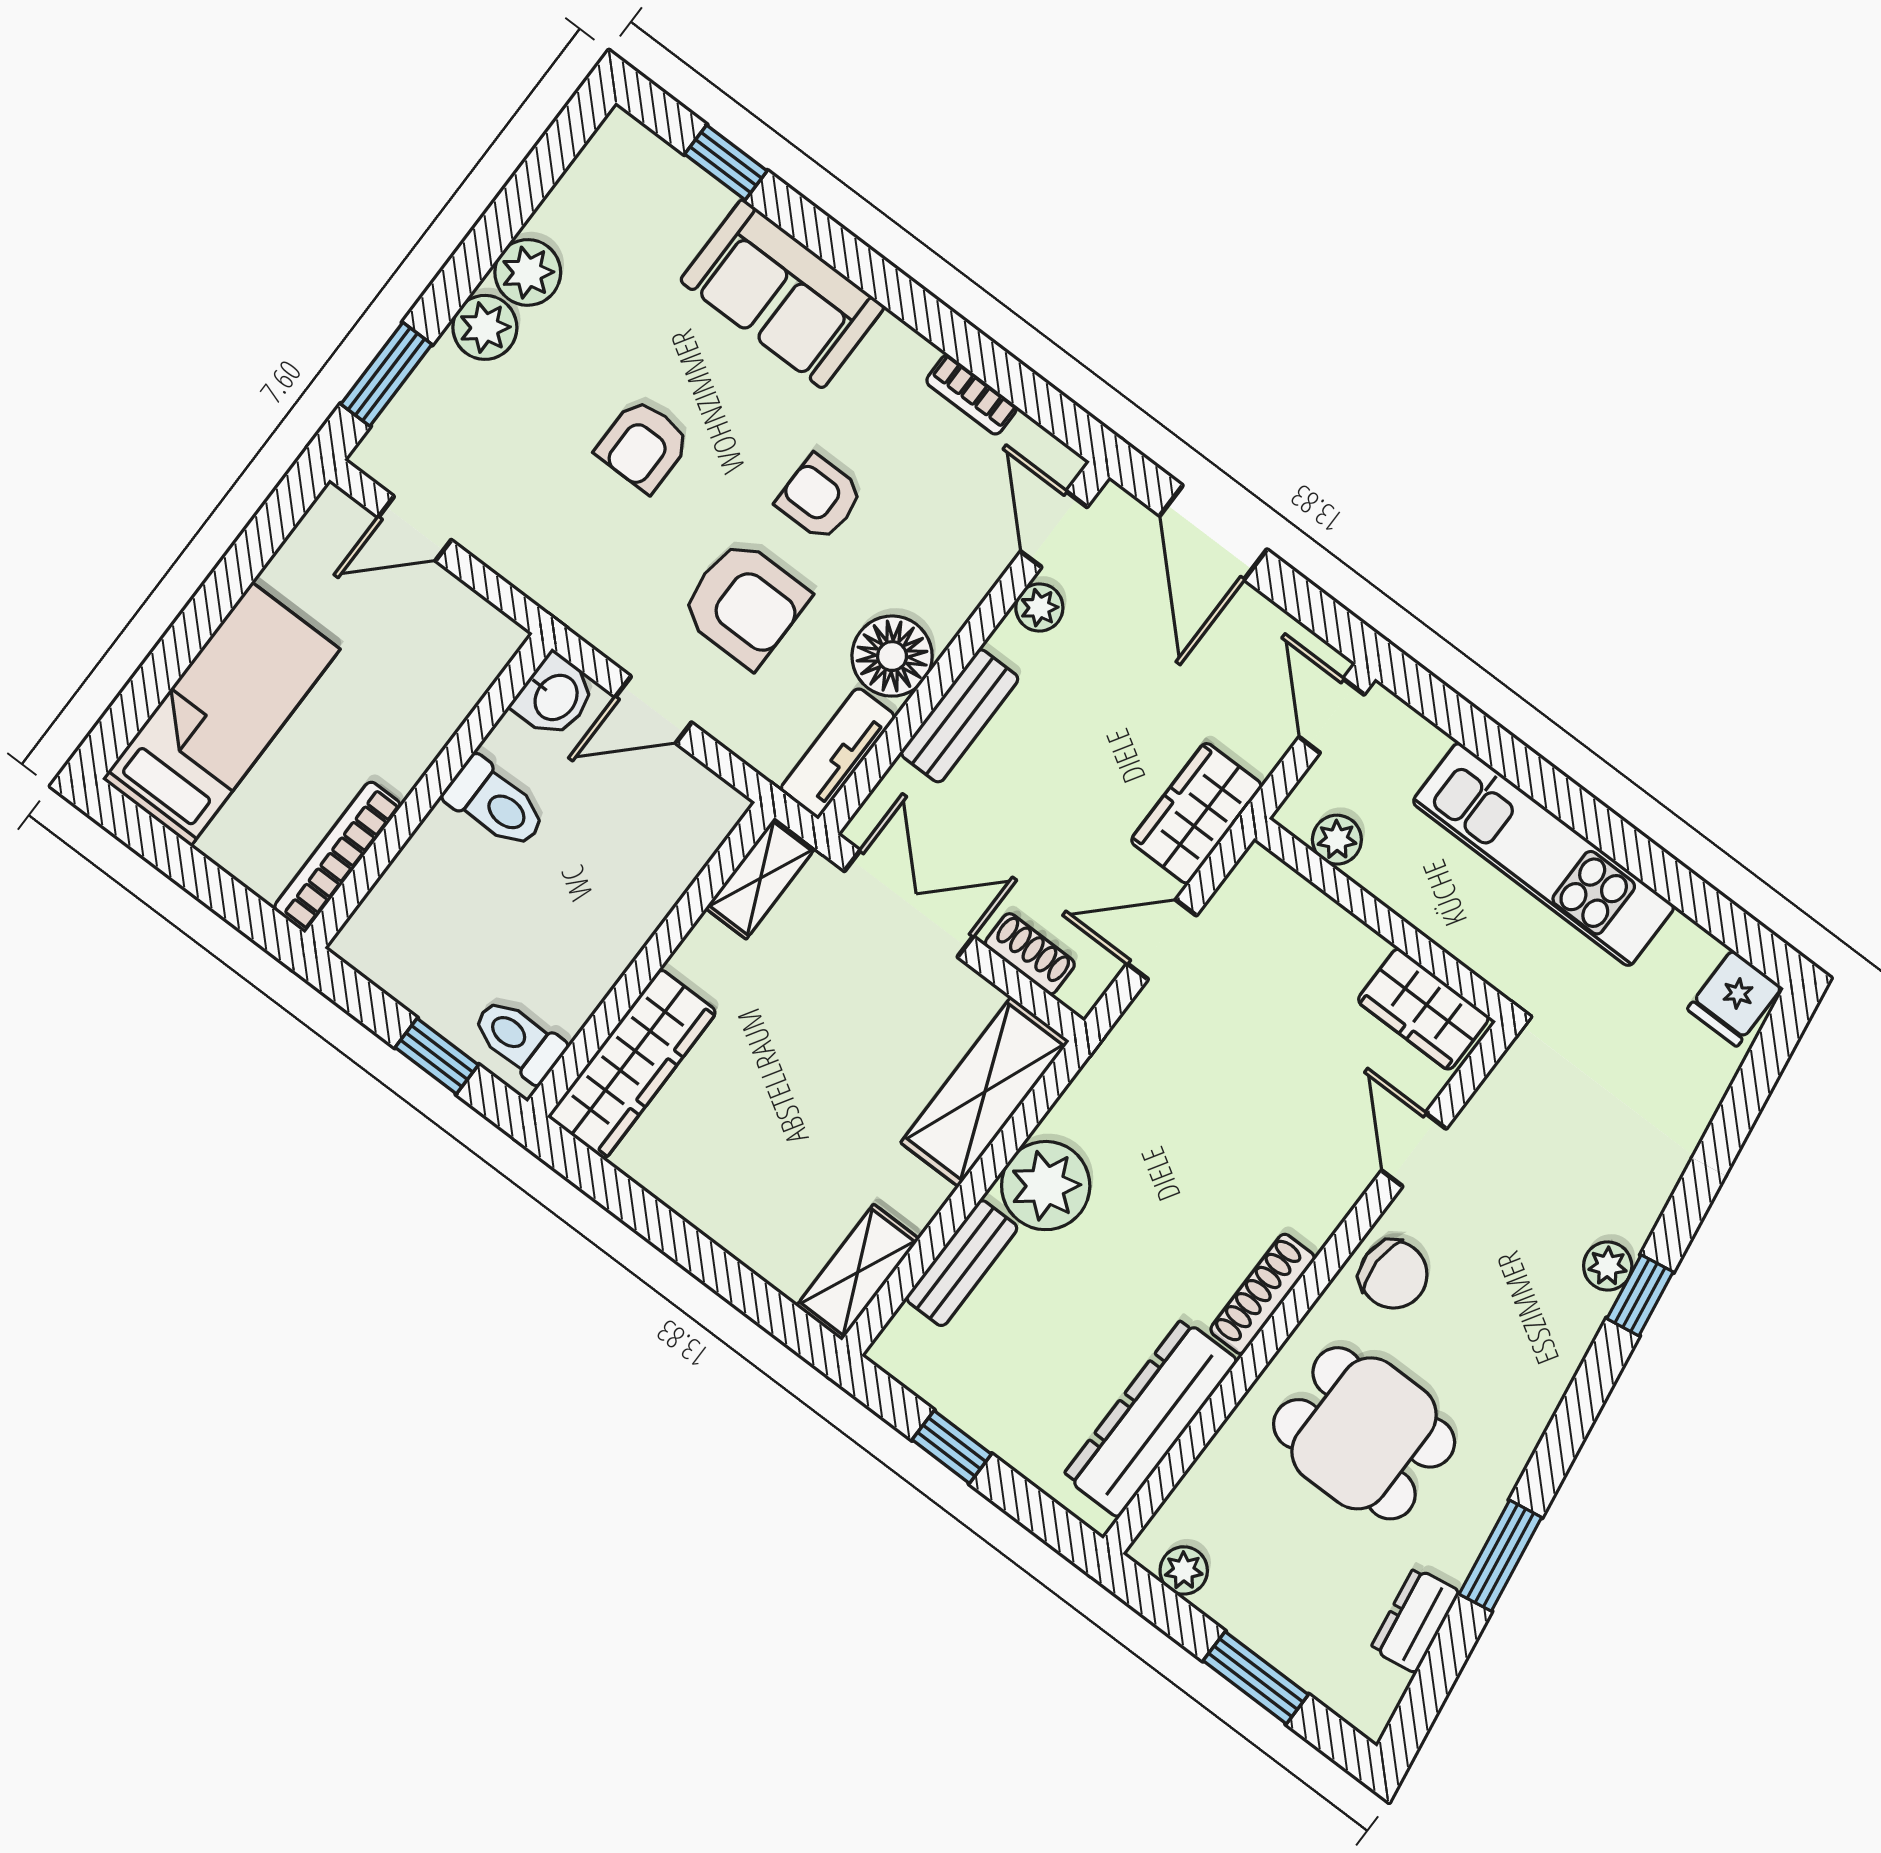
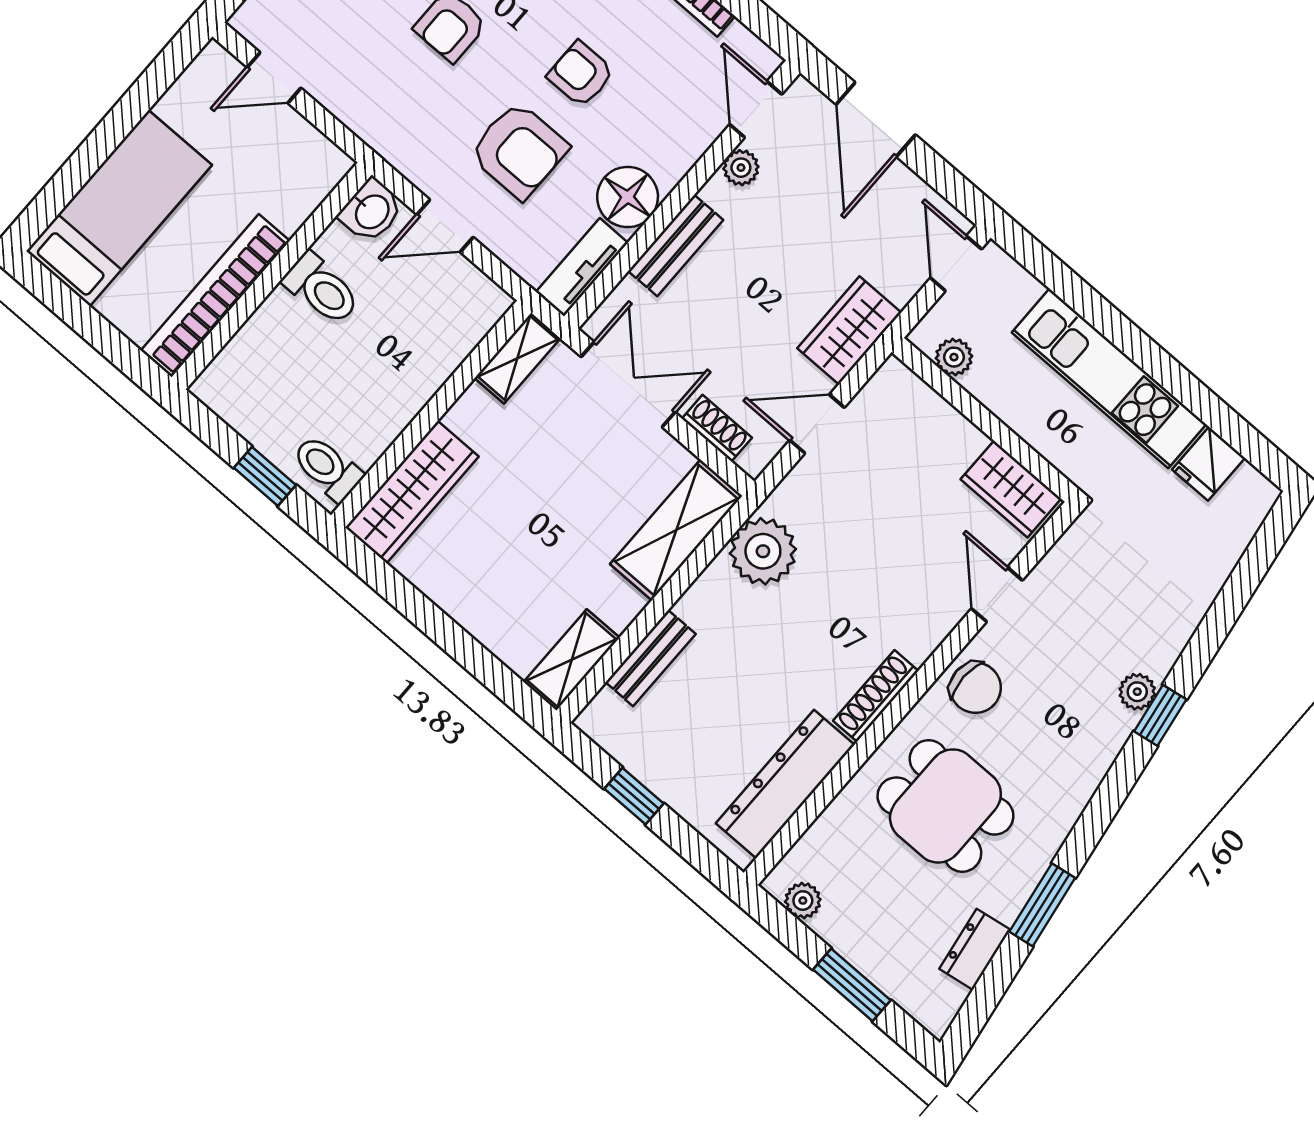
bookcase: (337, 856) -> (215, 296), width x1.48, depth x1.31
fridge: (1734, 998) -> (1209, 464), moved
plant: (1046, 1186) -> (763, 551), moved

